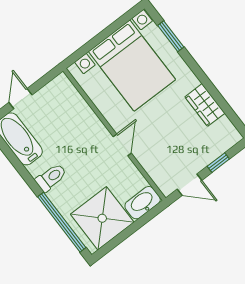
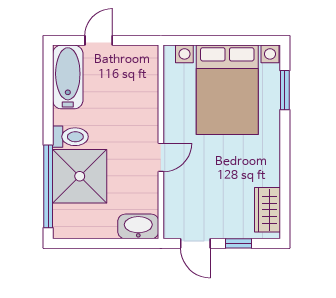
wardrobe: (205, 105) -> (267, 210), moved
shower: (102, 218) -> (80, 176), moved

